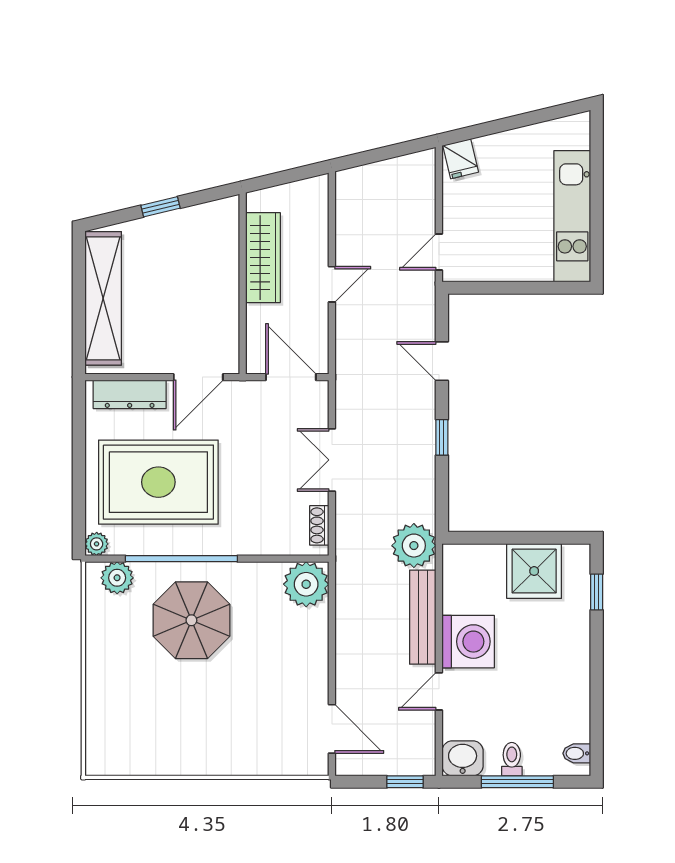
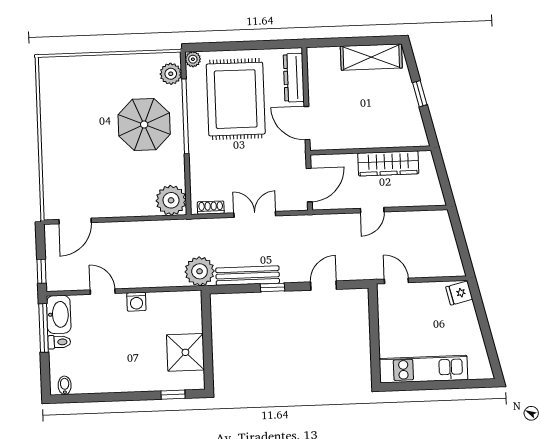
door: (332, 284) -> (372, 210), hinge flipped
shelving: (103, 298) -> (371, 57), width x0.68
bench: (423, 617) -> (248, 276), moved
washing machine: (468, 642) -> (136, 302), width x0.53, depth x0.53
washbasin: (463, 758) -> (59, 314), width x1.38
window: (517, 782) -> (44, 328), moved

